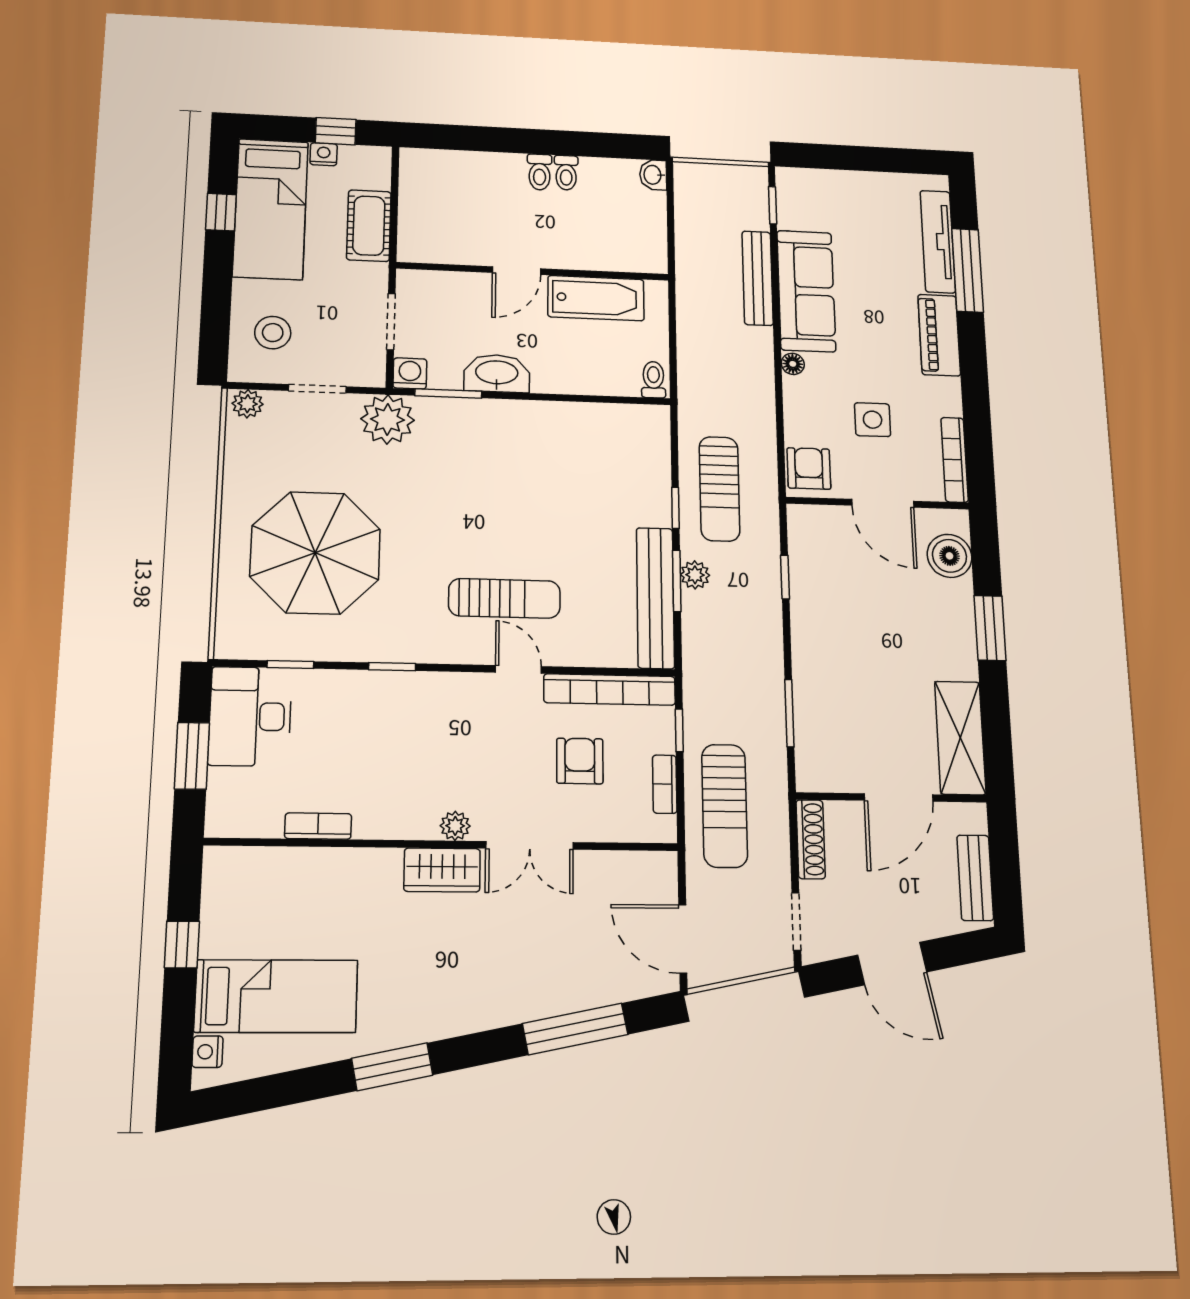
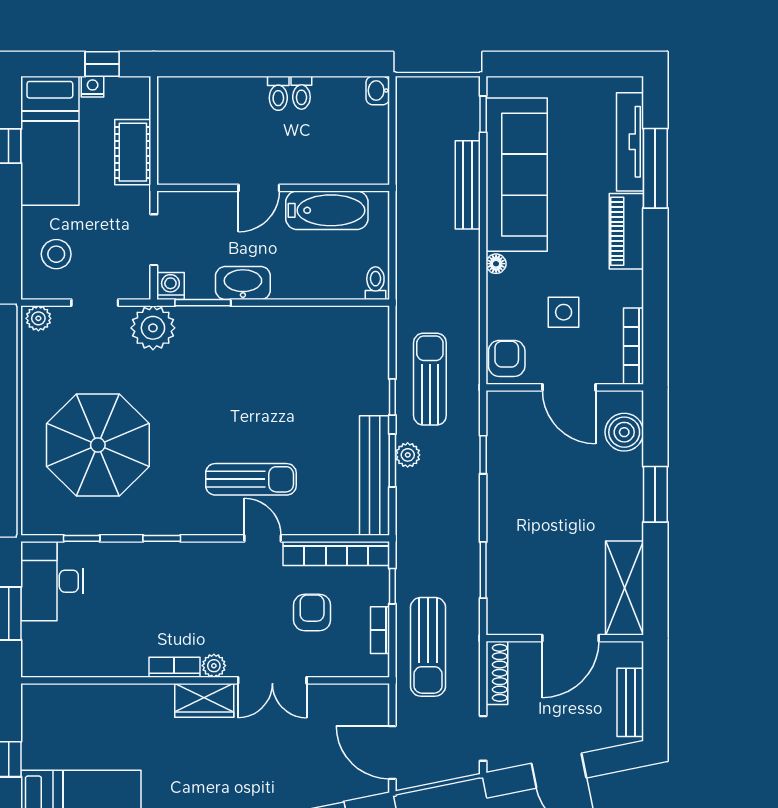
sofa: (806, 291) -> (517, 175), width x1.36, depth x1.27
sun lounger: (719, 489) -> (430, 379), turned 180
bookcase: (318, 826) -> (174, 667), moved

